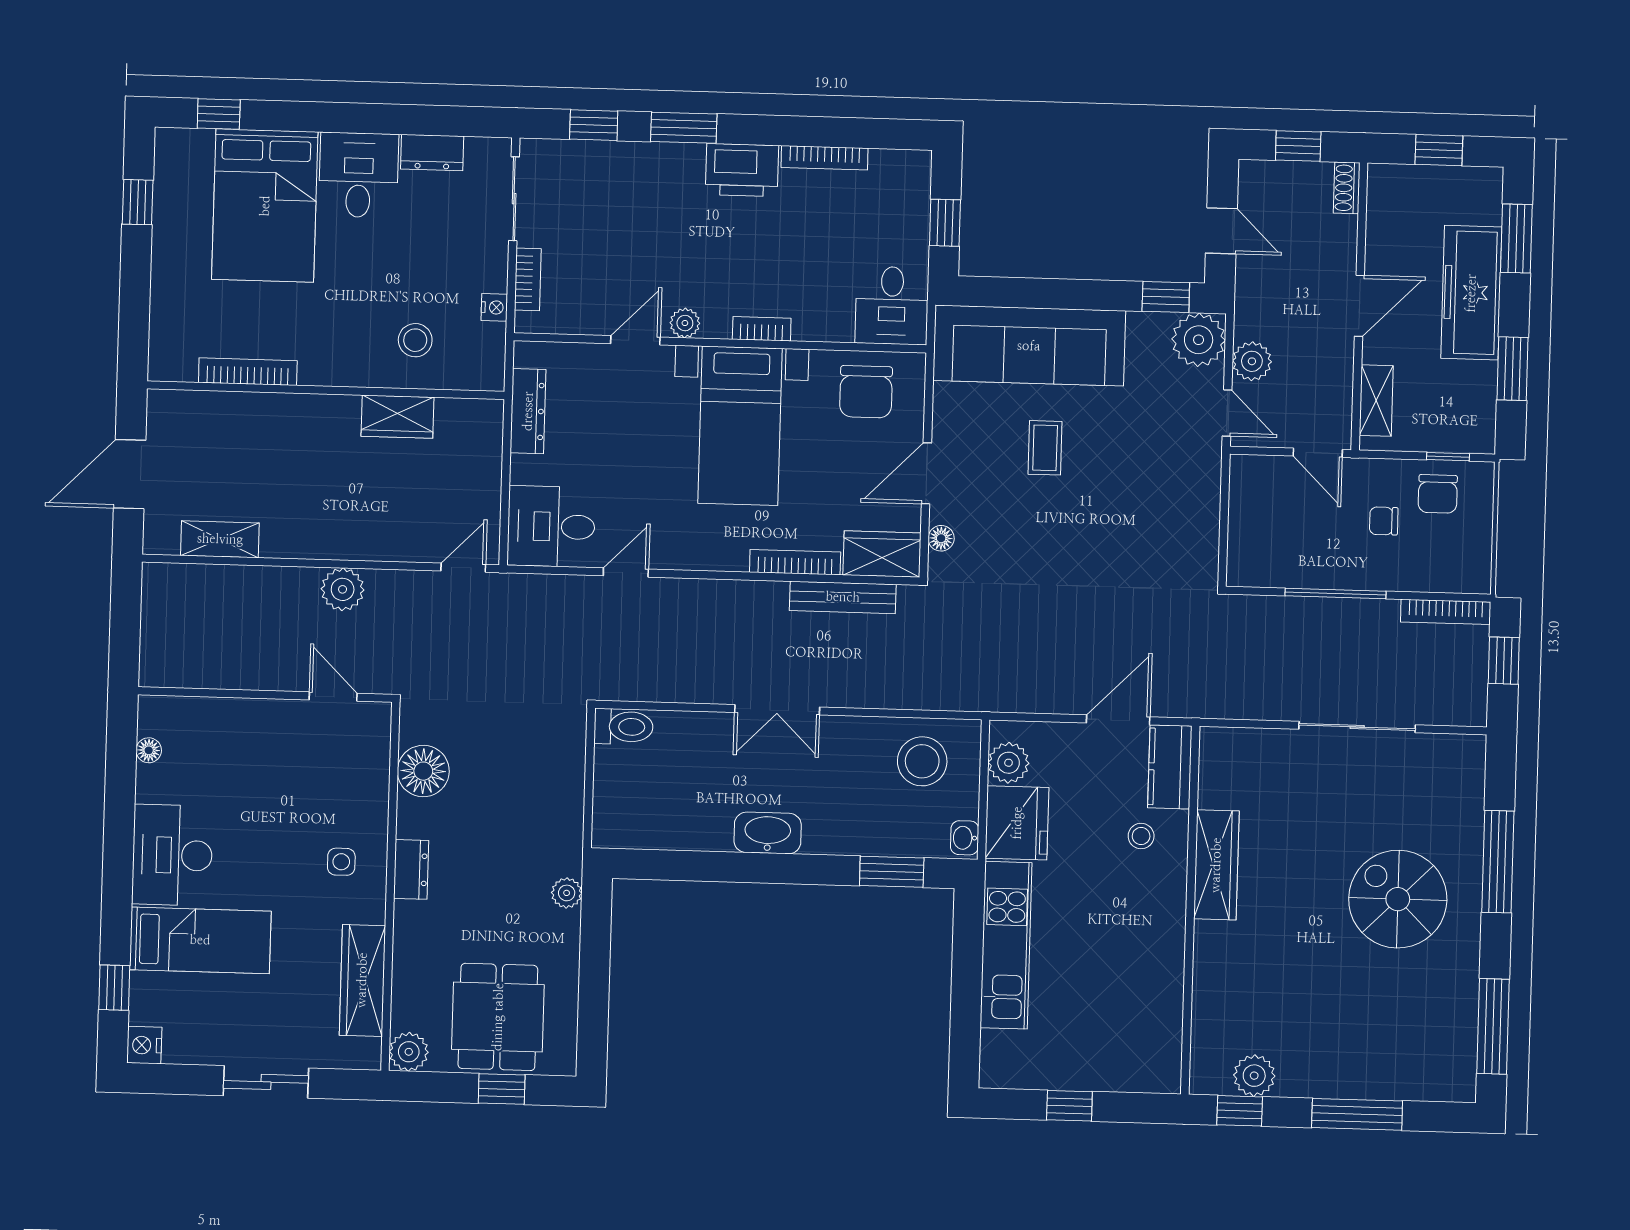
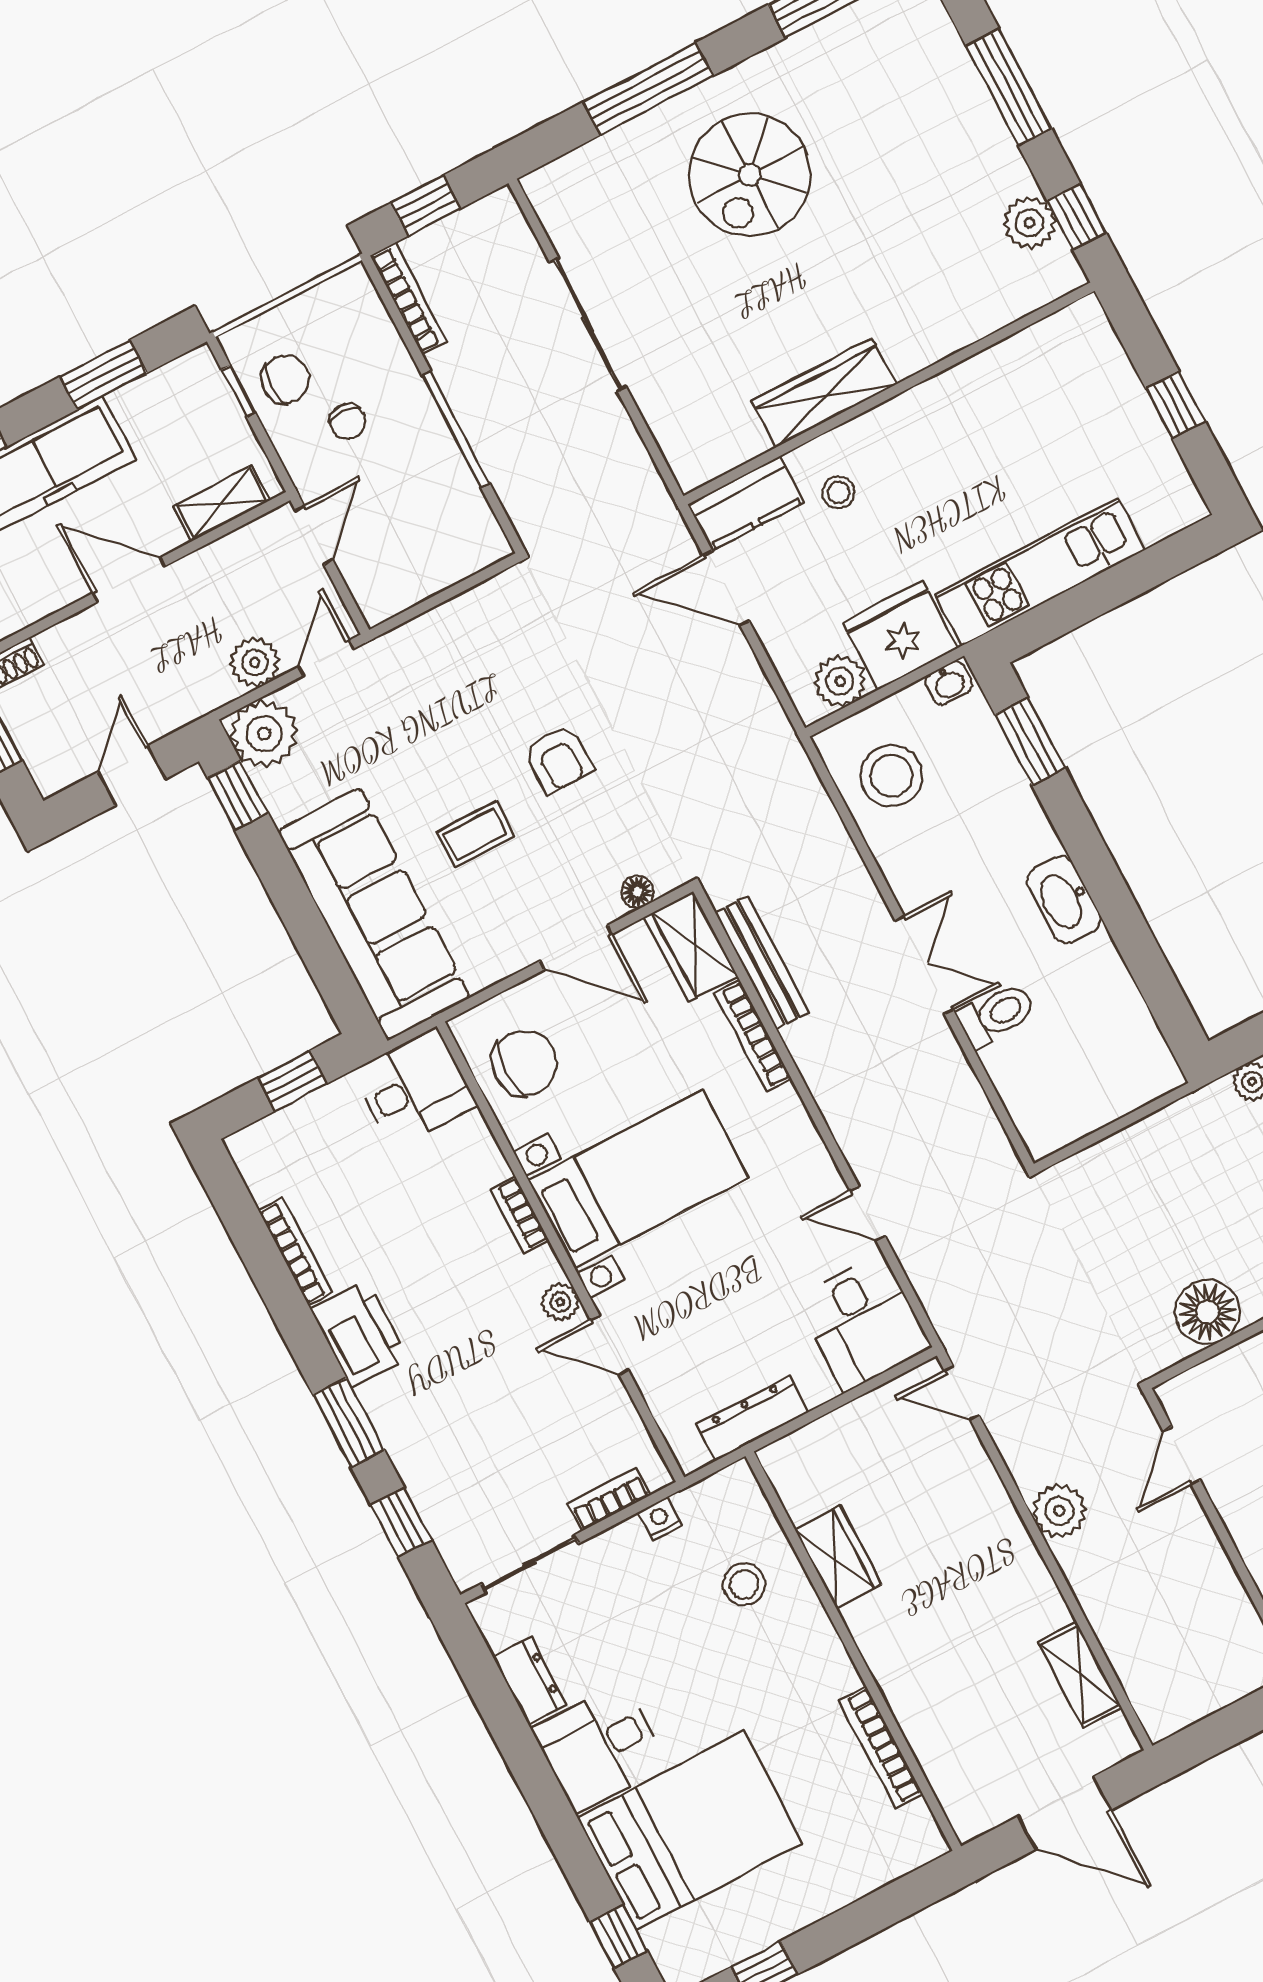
armchair: (1065, 535) -> (558, 759), added
toilet: (623, 727) -> (997, 1015), moved, turned 90

